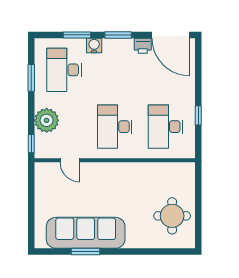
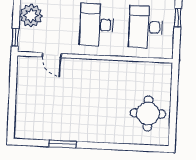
sofa: (86, 233) -> (64, 126), removed

